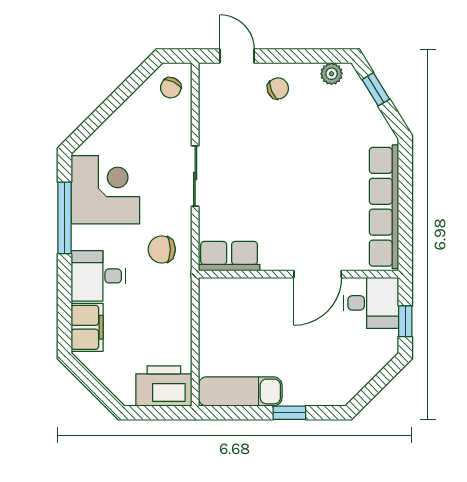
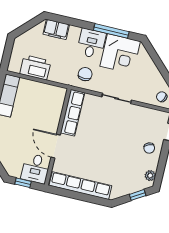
row of seats: (229, 256) -> (73, 113), width x1.48
desk: (98, 276) -> (91, 43), moved
printer: (164, 386) -> (35, 67), moved, turned -90

